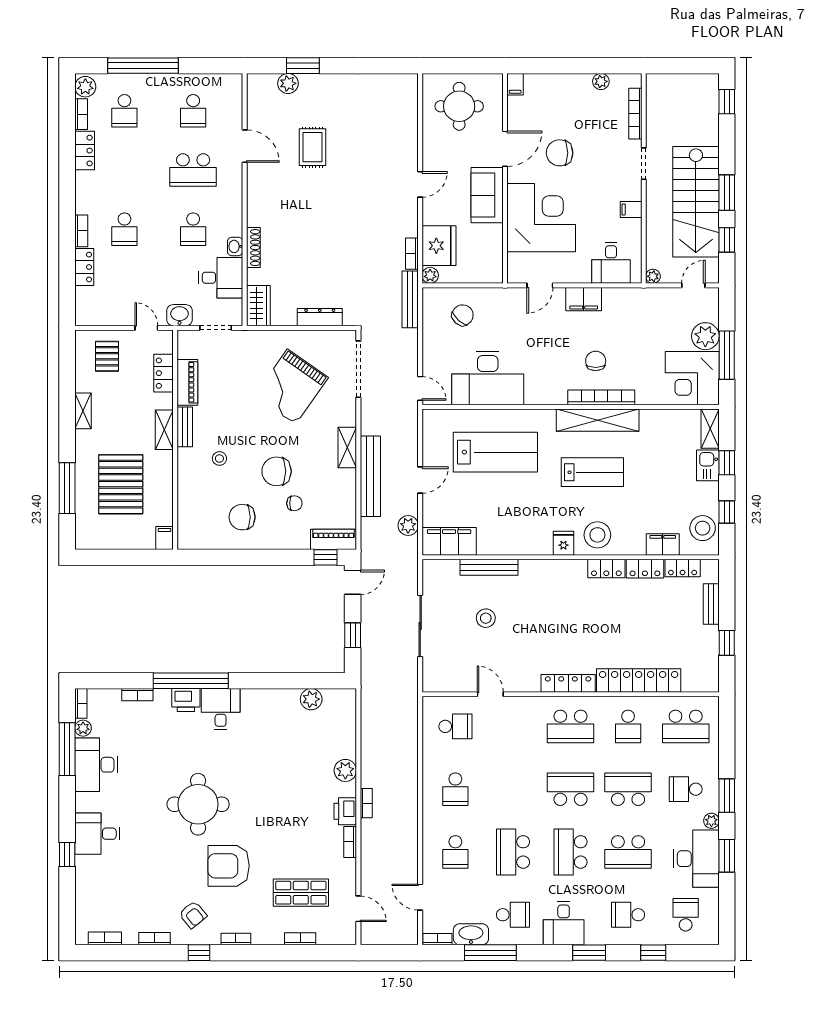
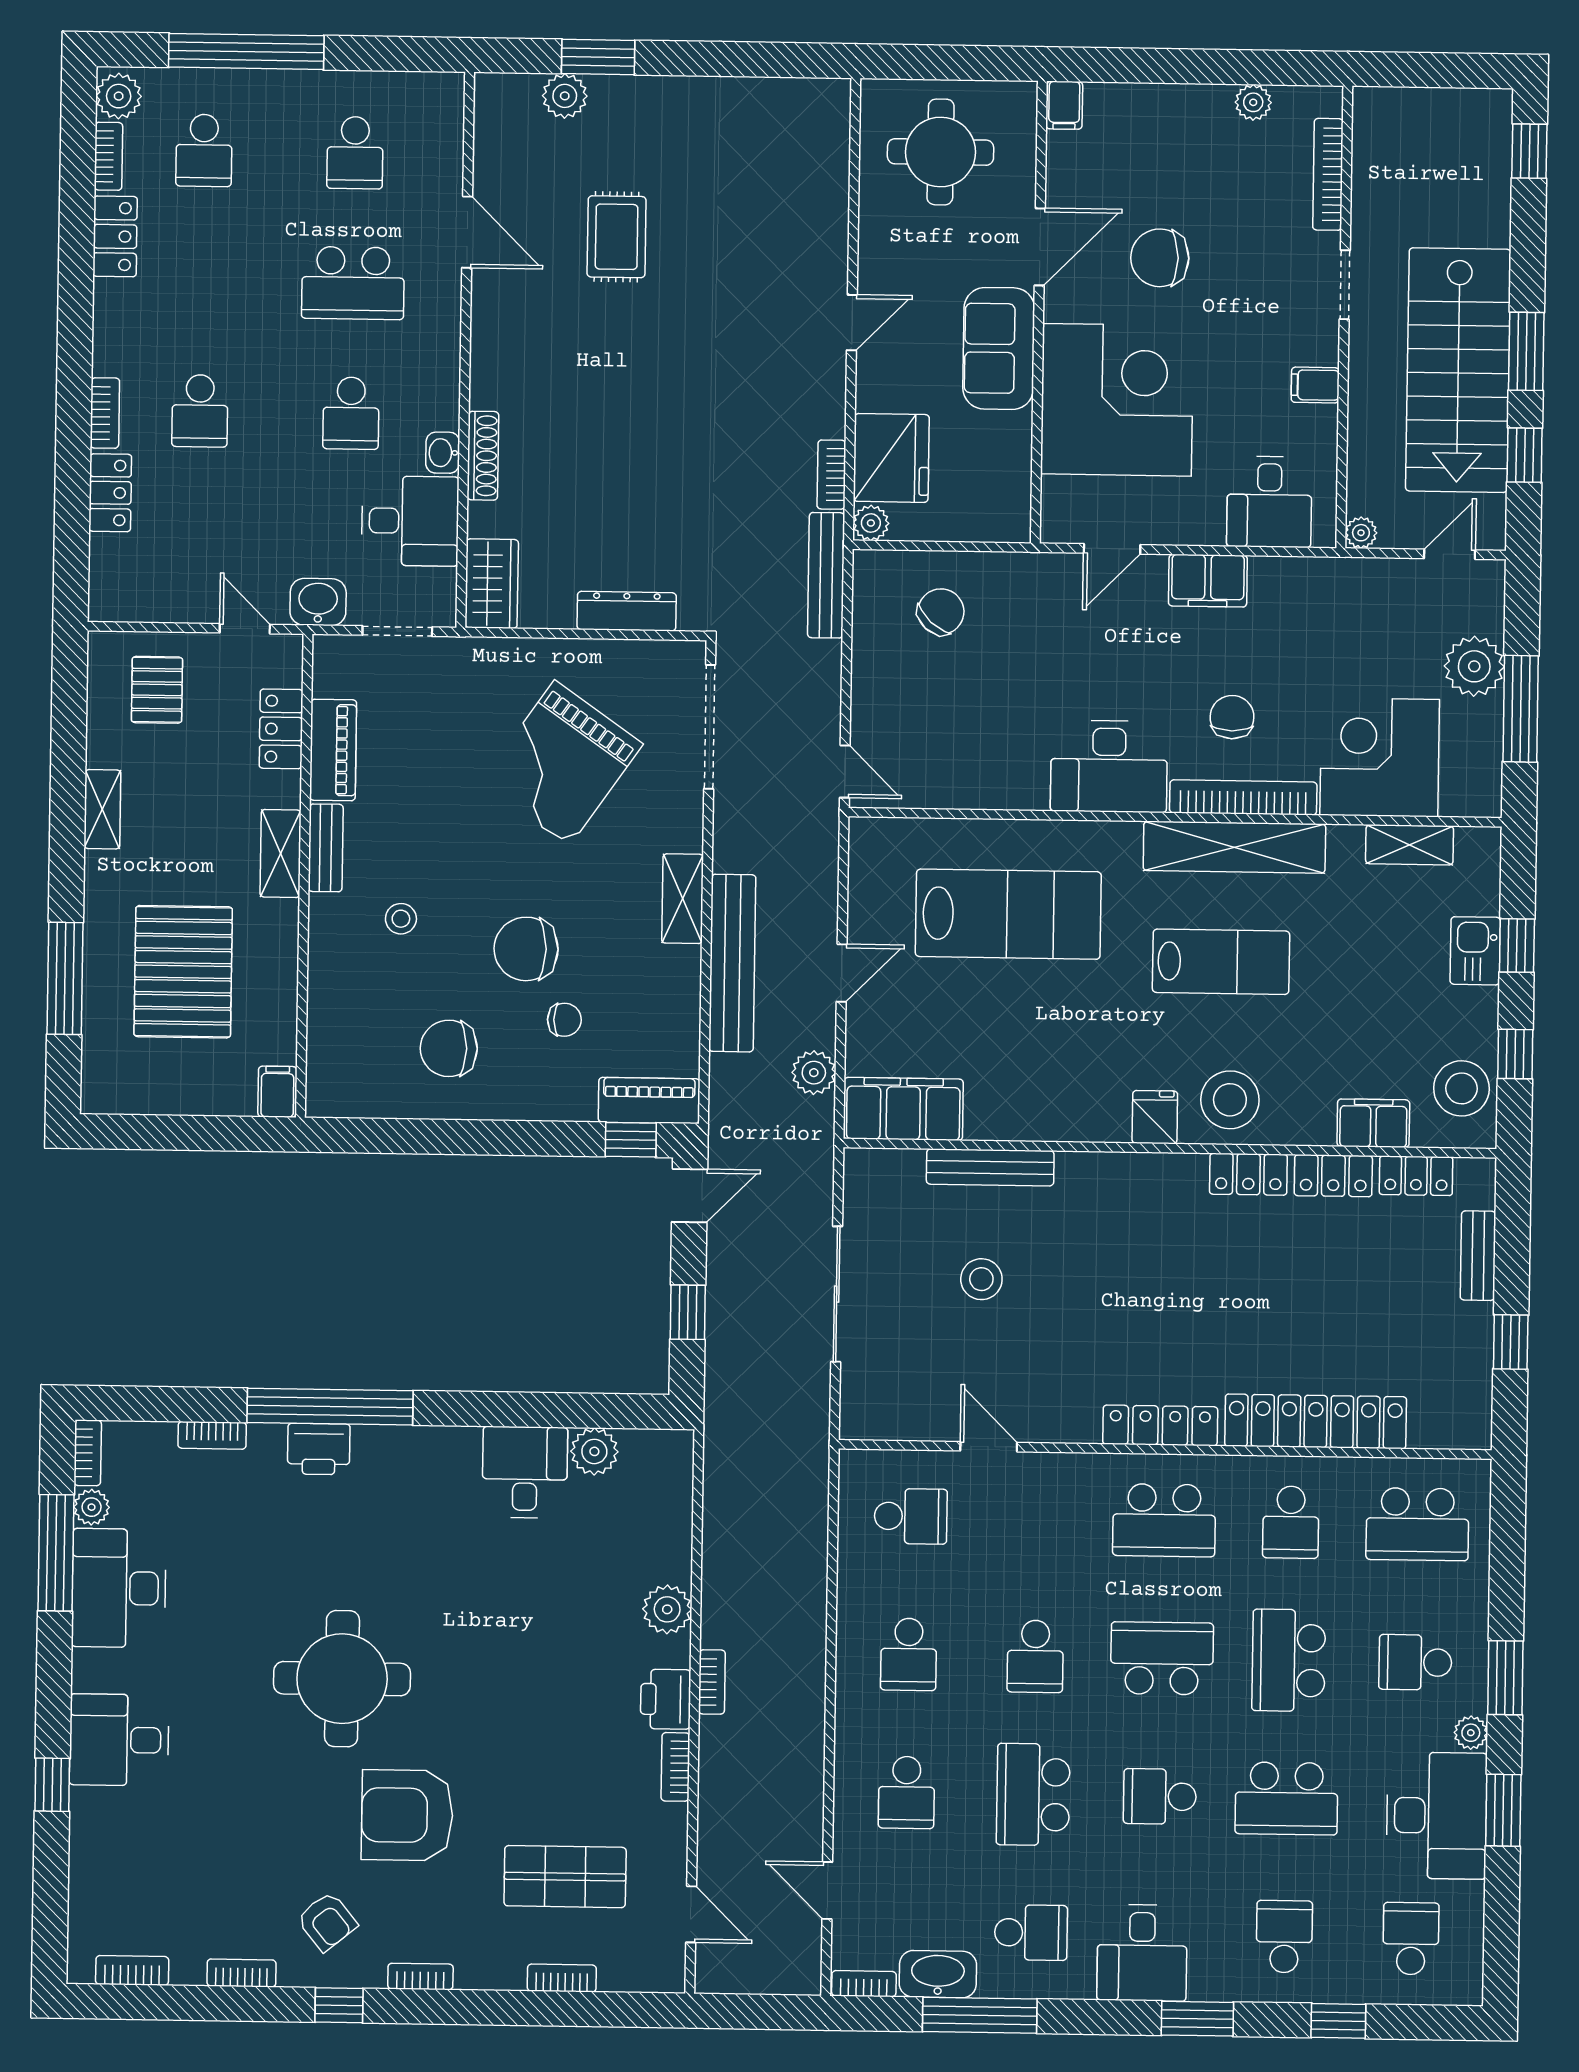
desk: (488, 378) -> (1109, 766), moved, width x0.73, depth x0.77
corner desk: (692, 378) -> (1380, 757), moved, turned 90
shelving: (710, 429) -> (1410, 845), moved, turned 90
desk: (221, 709) -> (525, 1472), moved
school desk: (513, 789) -> (1035, 1656), added
school desk: (628, 789) -> (1289, 1660), turned -90
school desk: (571, 852) -> (1160, 1796), width x0.54
school desk: (628, 915) -> (1284, 1937), turned 90

